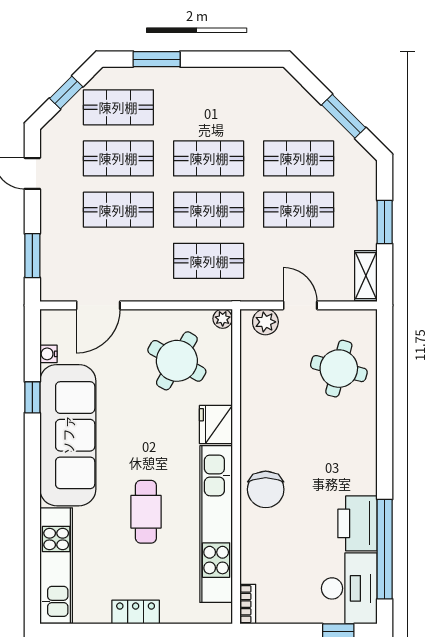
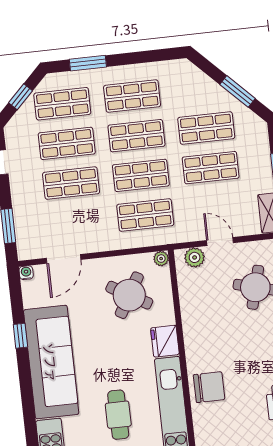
shop shelf: (209, 107) -> (132, 96), added
water cooler: (48, 354) -> (26, 273), moved, turned 90
chair: (266, 489) -> (209, 387), turned -90

